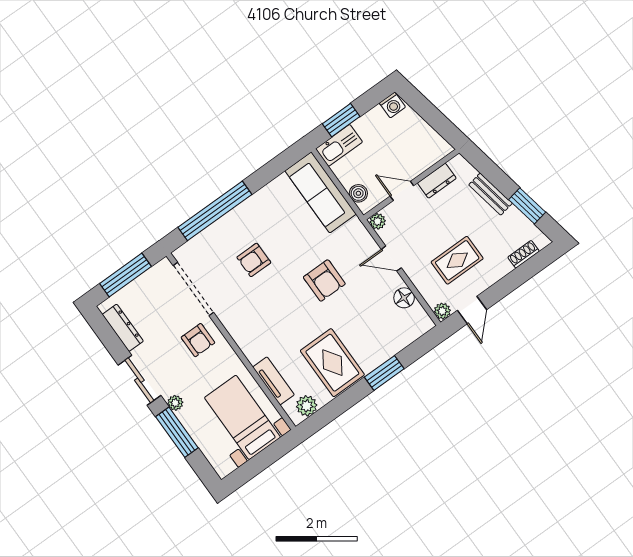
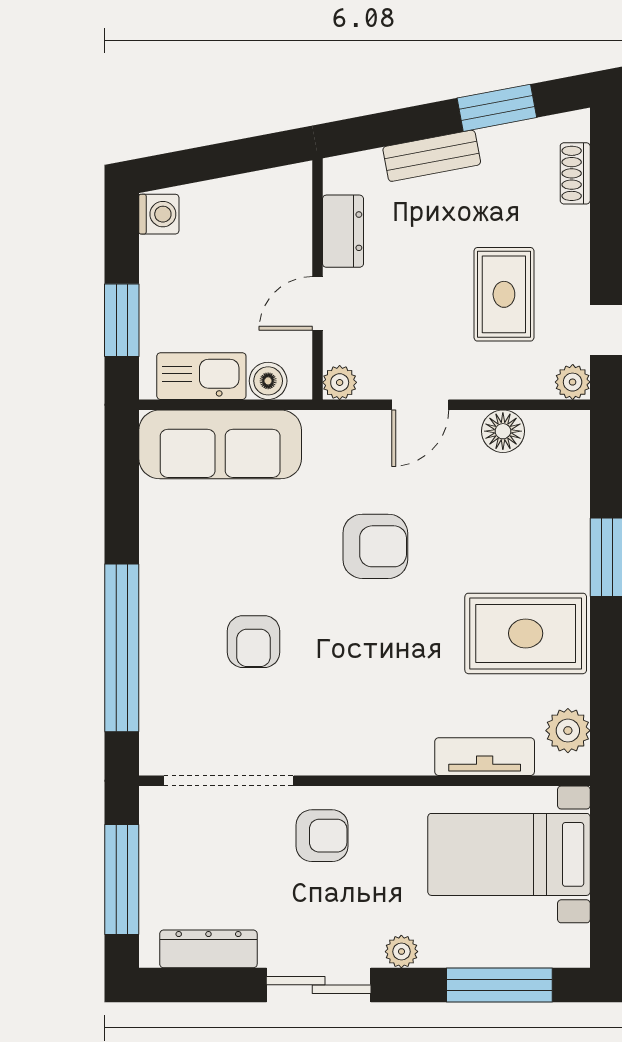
kitchen sink: (339, 145) -> (201, 376), moved, turned -90
window: (177, 432) -> (499, 985), moved

